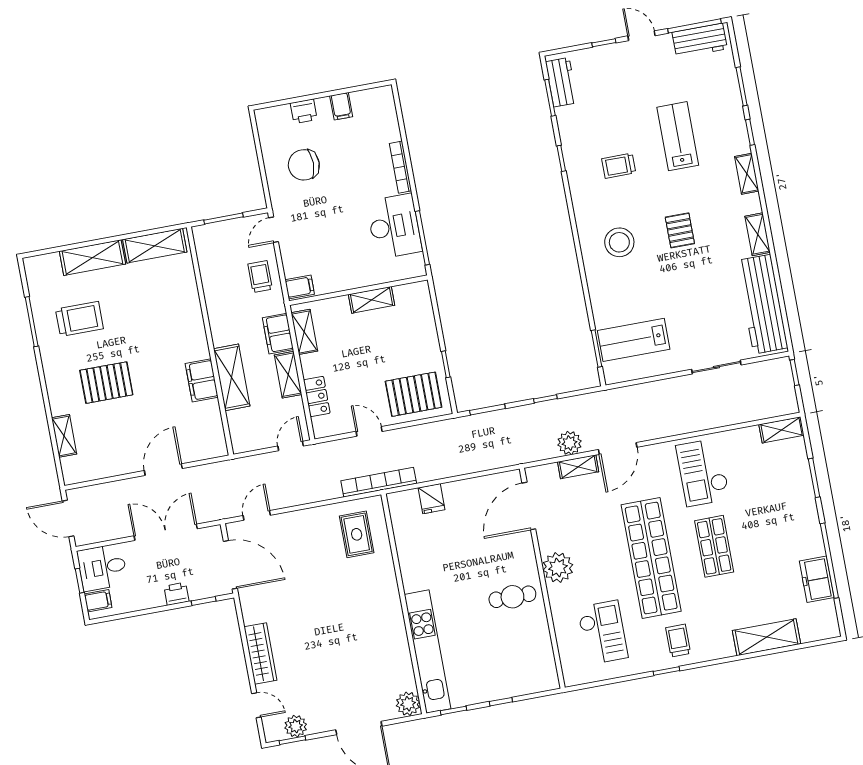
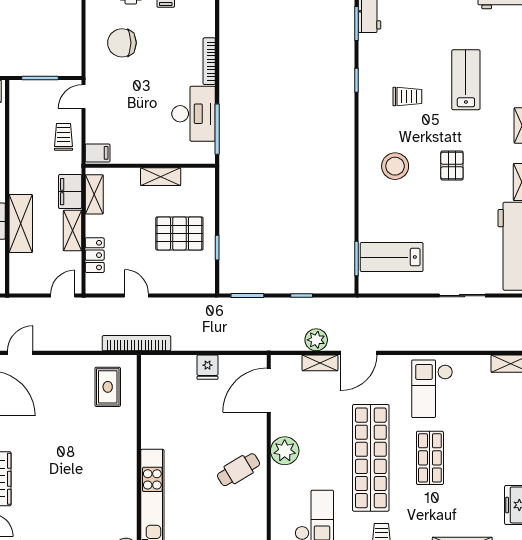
trolley: (619, 166) -> (407, 97), turned 180
pallet: (414, 394) -> (179, 233), moved
fridge: (432, 499) -> (208, 367), moved
cafe table: (512, 597) -> (239, 470), turned -31

